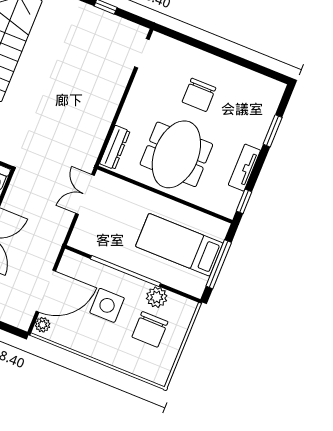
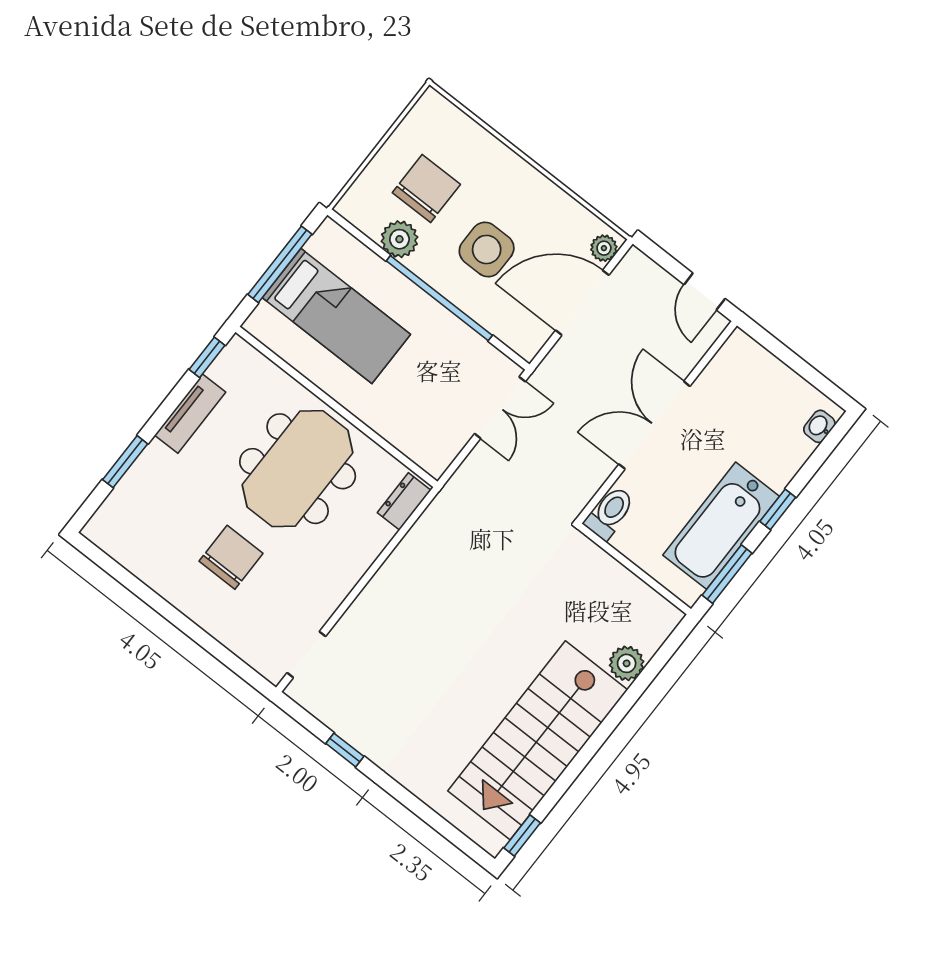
dresser: (115, 147) -> (404, 501), width x0.70
double door: (85, 194) -> (500, 408), moved

